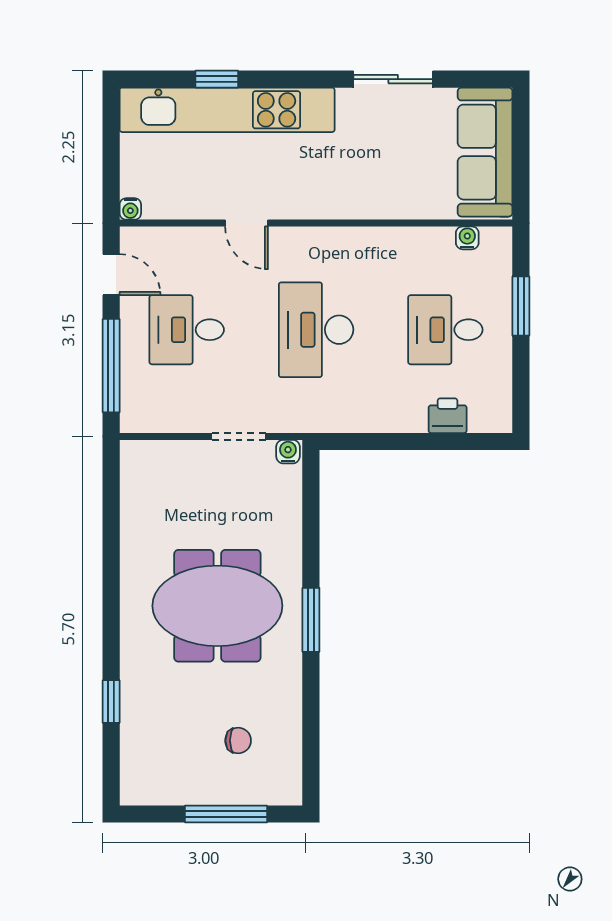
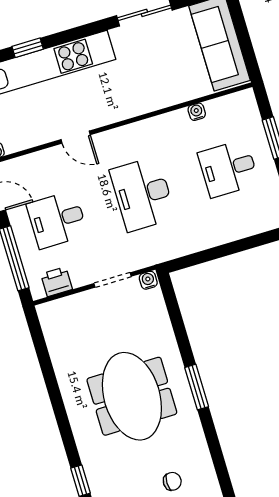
water cooler: (467, 238) -> (197, 112), moved
printer: (448, 416) -> (57, 282), moved
meeting table: (217, 606) -> (132, 396), turned 90

